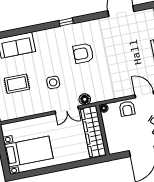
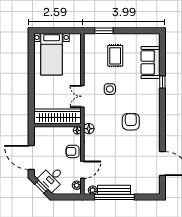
window: (66, 22) -> (162, 82), moved
floor lamp: (85, 99) -> (89, 129), moved

